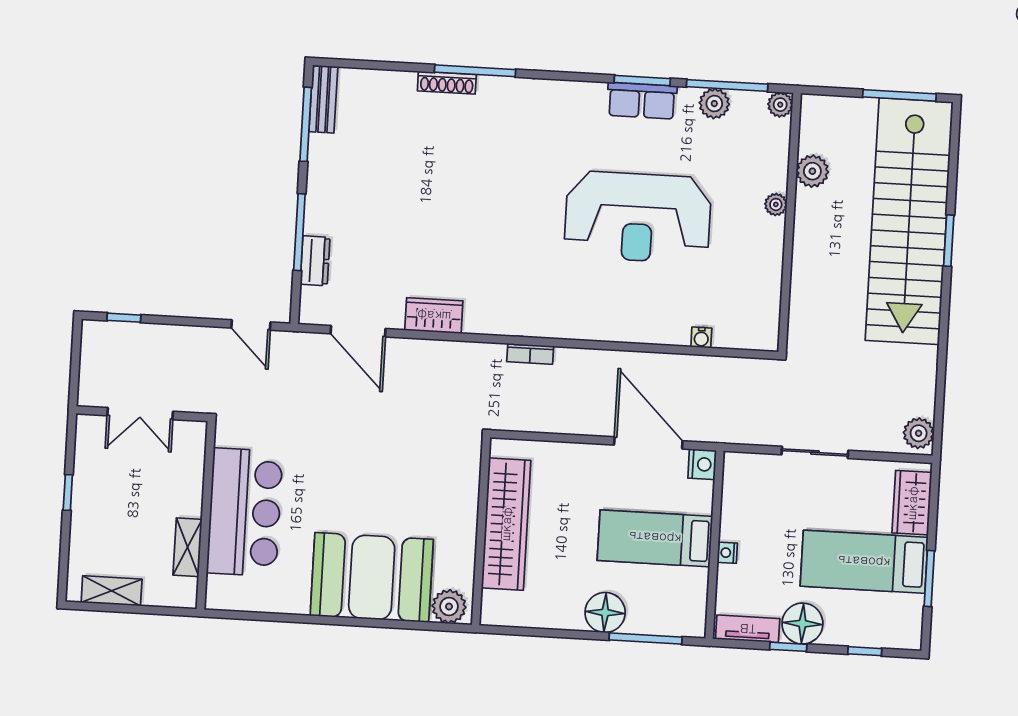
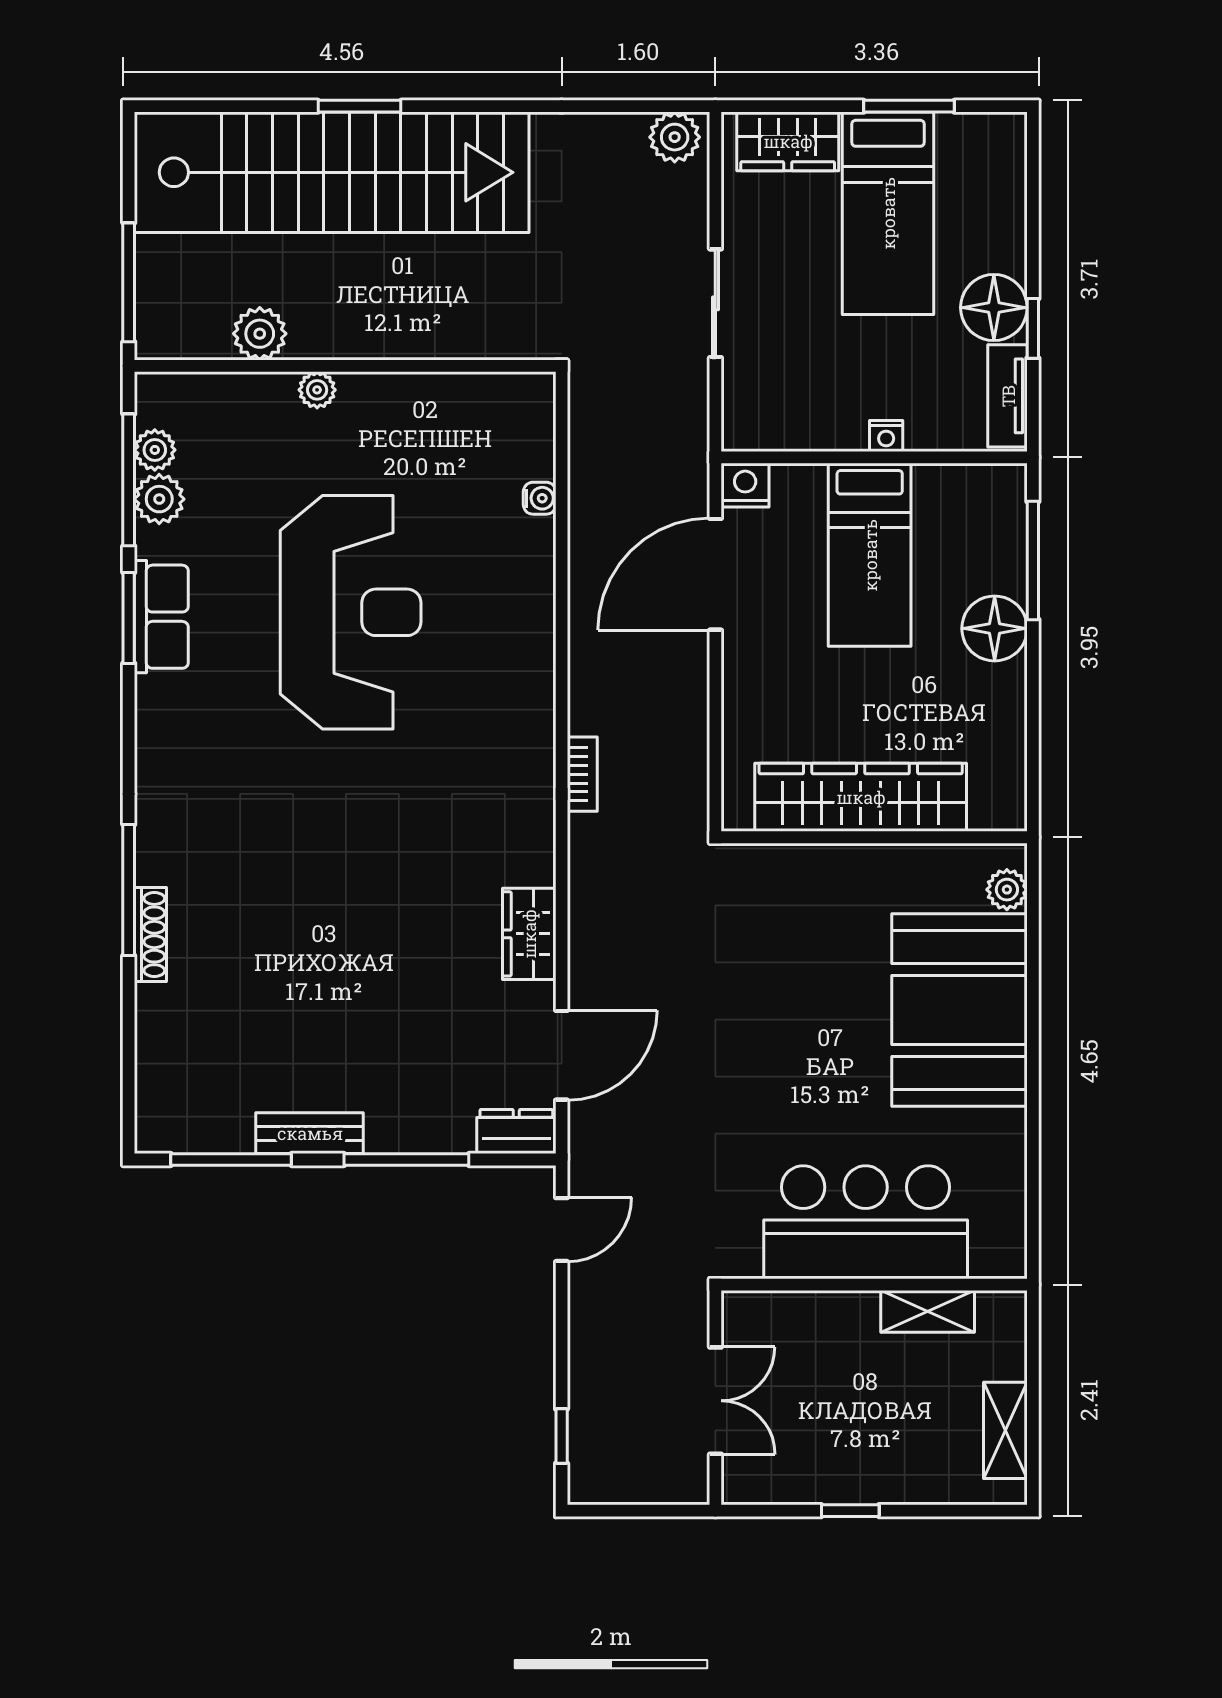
window: (899, 95) -> (129, 282), moved
bench: (323, 99) -> (310, 1133), moved
plant: (780, 105) -> (155, 450), moved
dresser: (315, 261) -> (516, 1132), moved
plant: (449, 607) -> (1007, 890), width x0.73, depth x0.73
window: (865, 651) -> (1033, 204), removed

